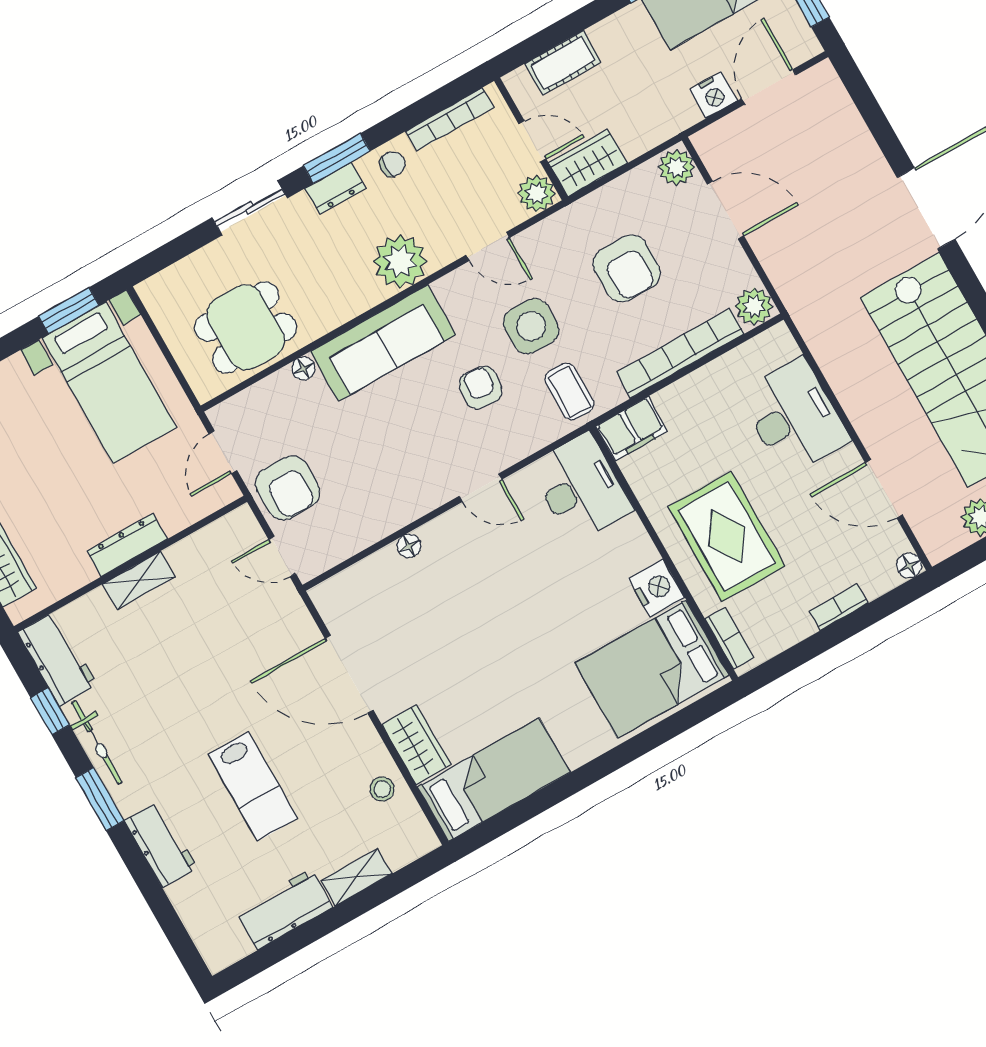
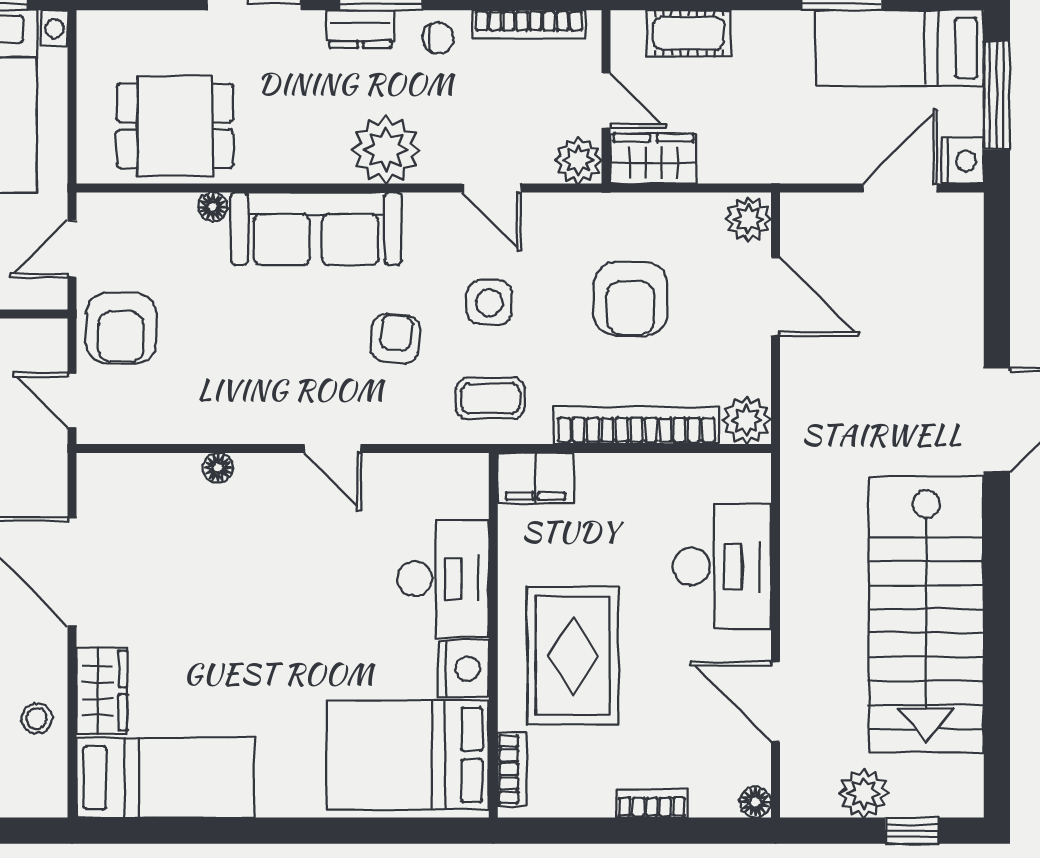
nightstand: (713, 95) -> (963, 161), moved, turned -90
side table: (531, 326) -> (489, 303), width x0.73, depth x0.73
coffee table: (569, 391) -> (490, 398), turned 90
desk: (581, 488) -> (443, 579), moved

